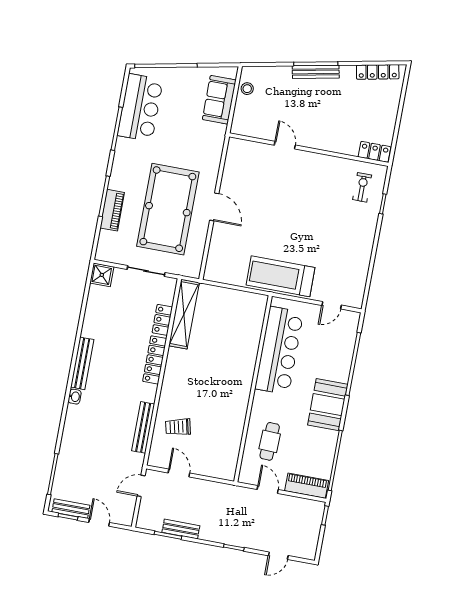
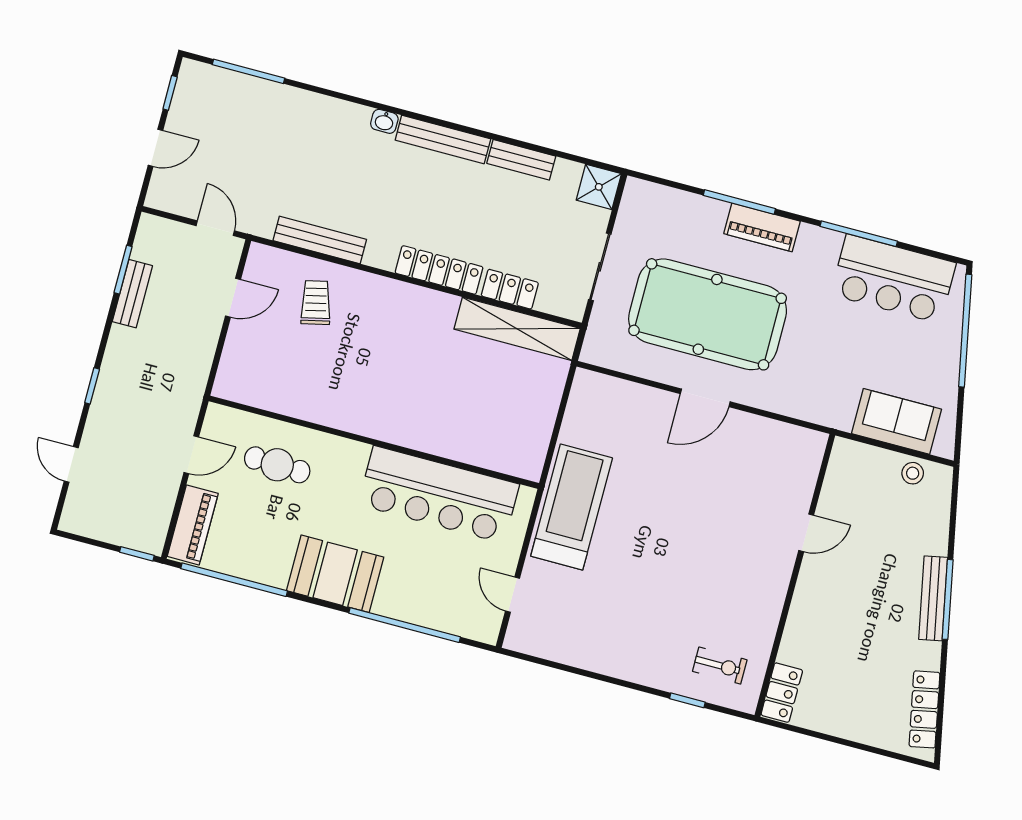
piano: (112, 210) -> (762, 227), moved
bench: (71, 509) -> (521, 160), moved, turned 90

